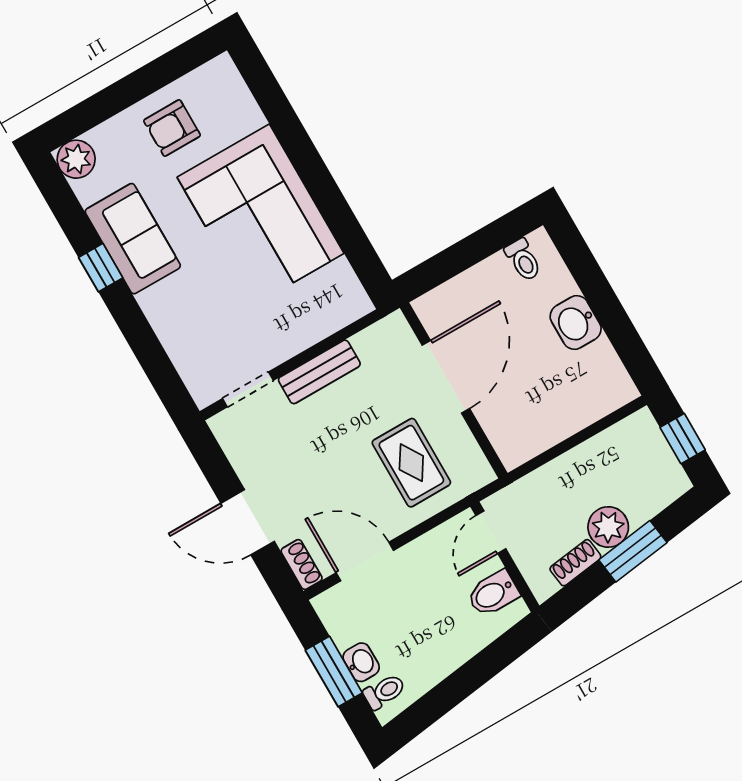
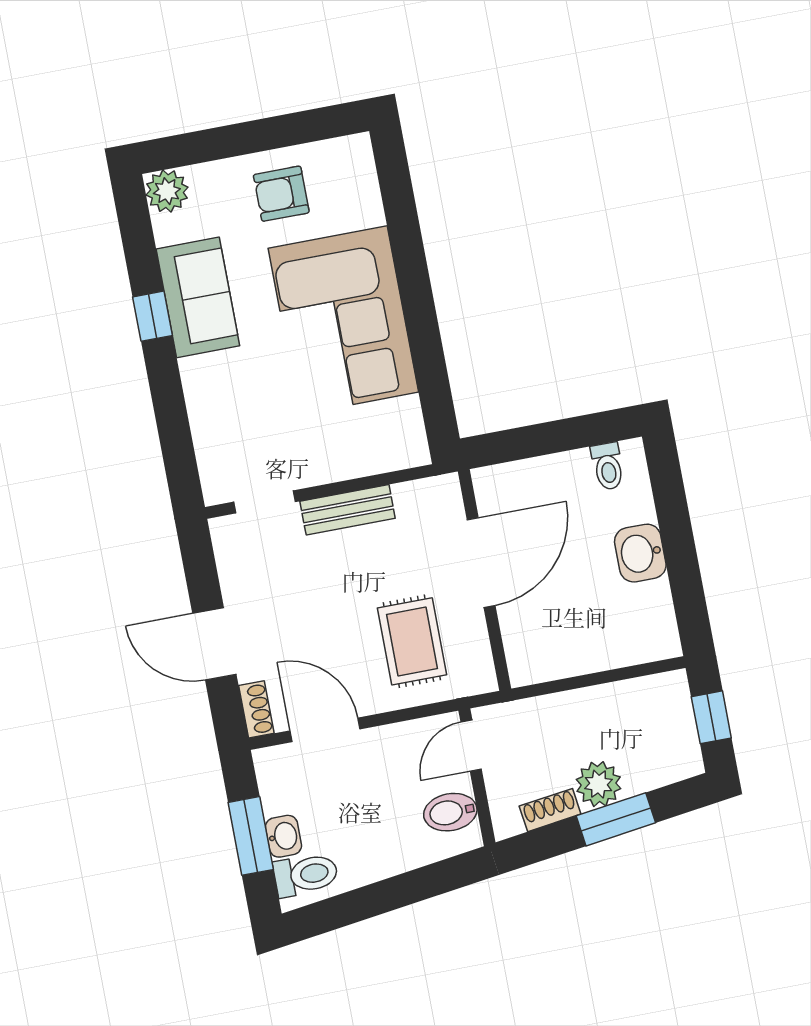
toilet: (384, 692) -> (306, 875), width x1.37, depth x1.39

